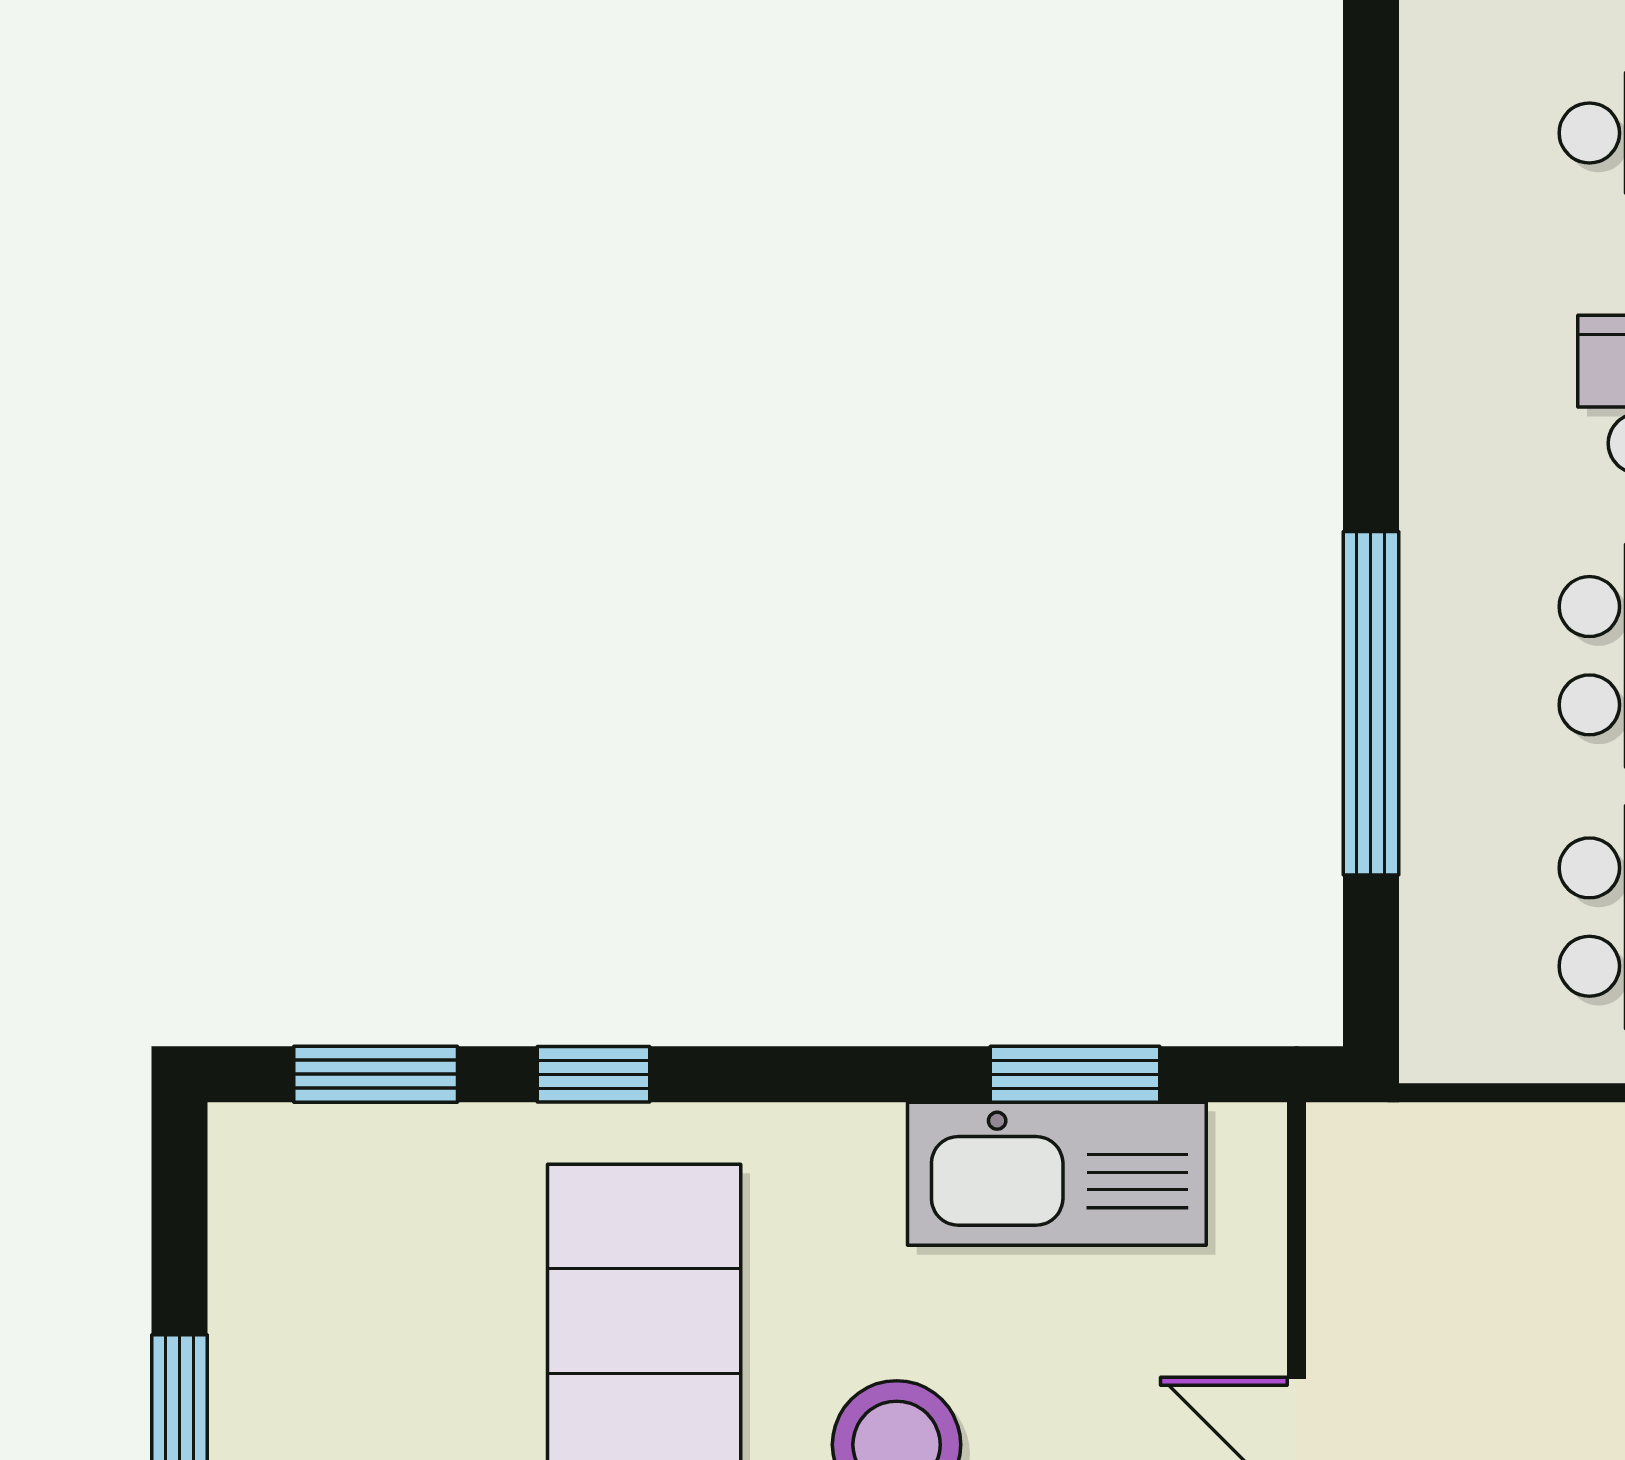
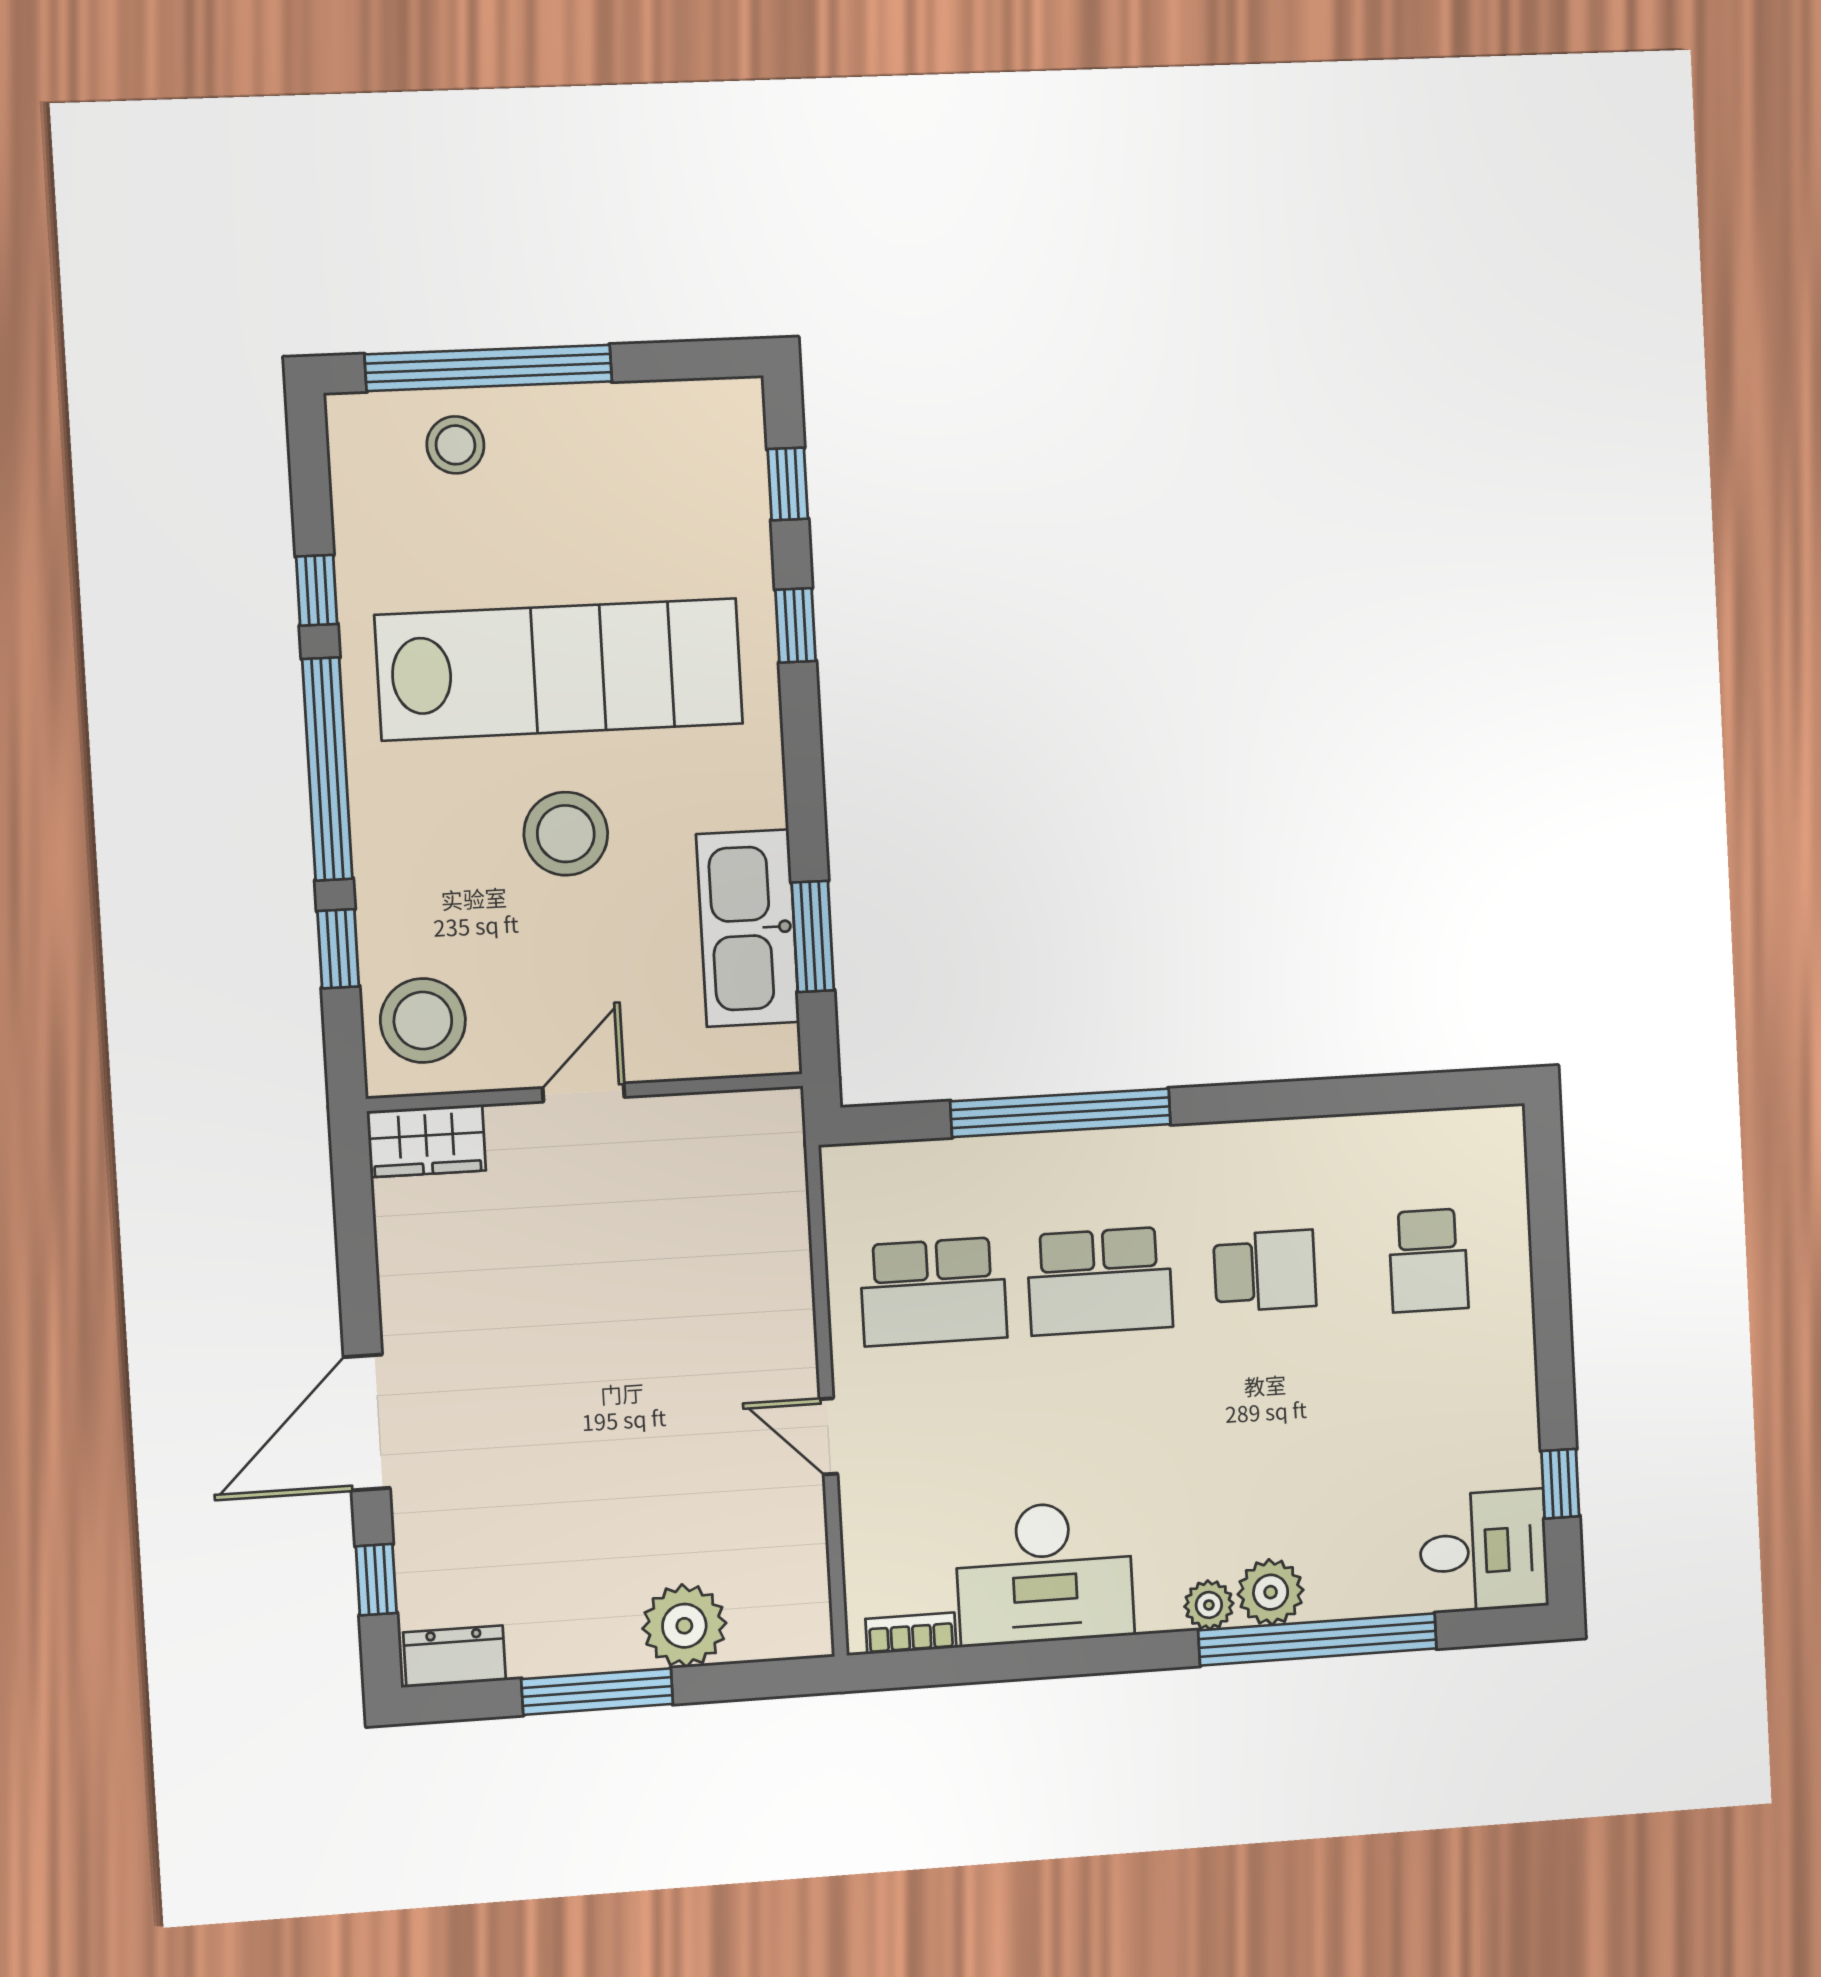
window: (376, 1074) -> (788, 484), width x0.67

